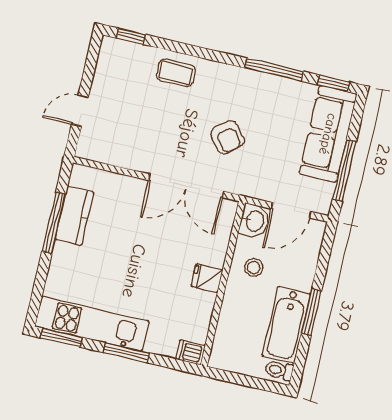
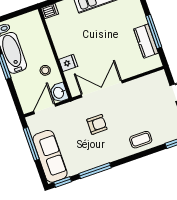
armchair: (227, 137) -> (97, 124), turned 130
fridge: (207, 278) -> (68, 63), moved

